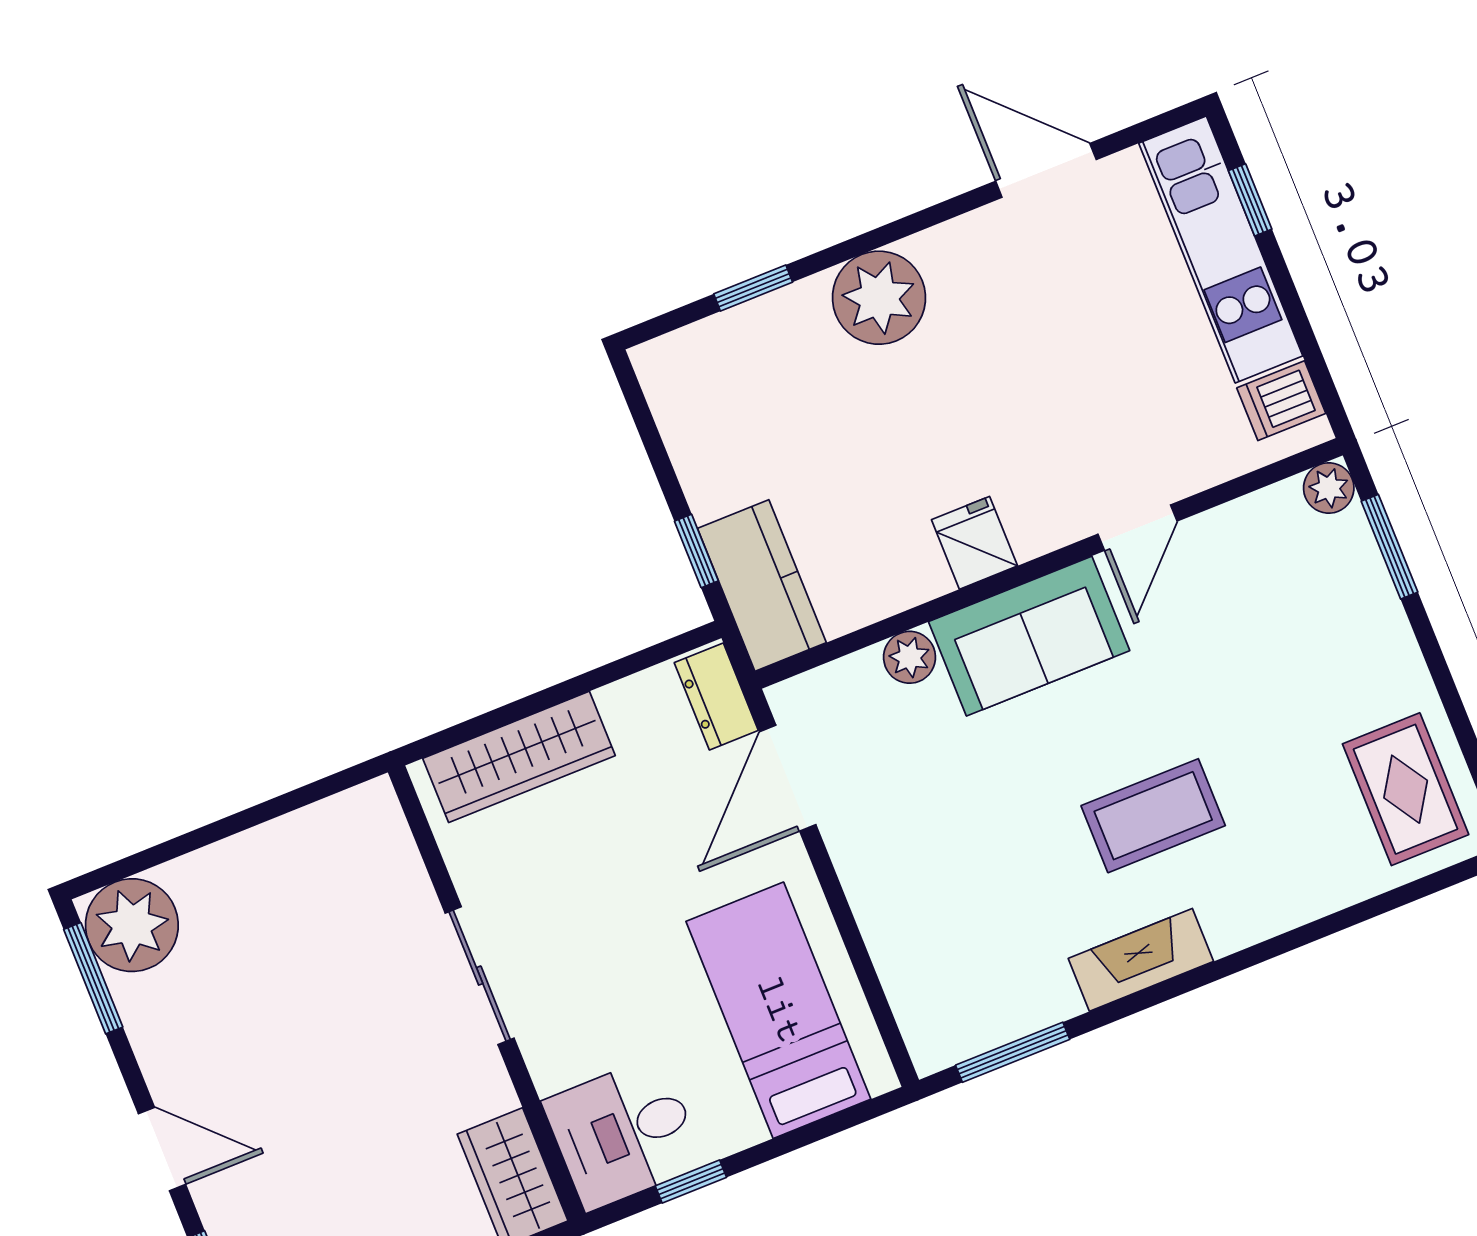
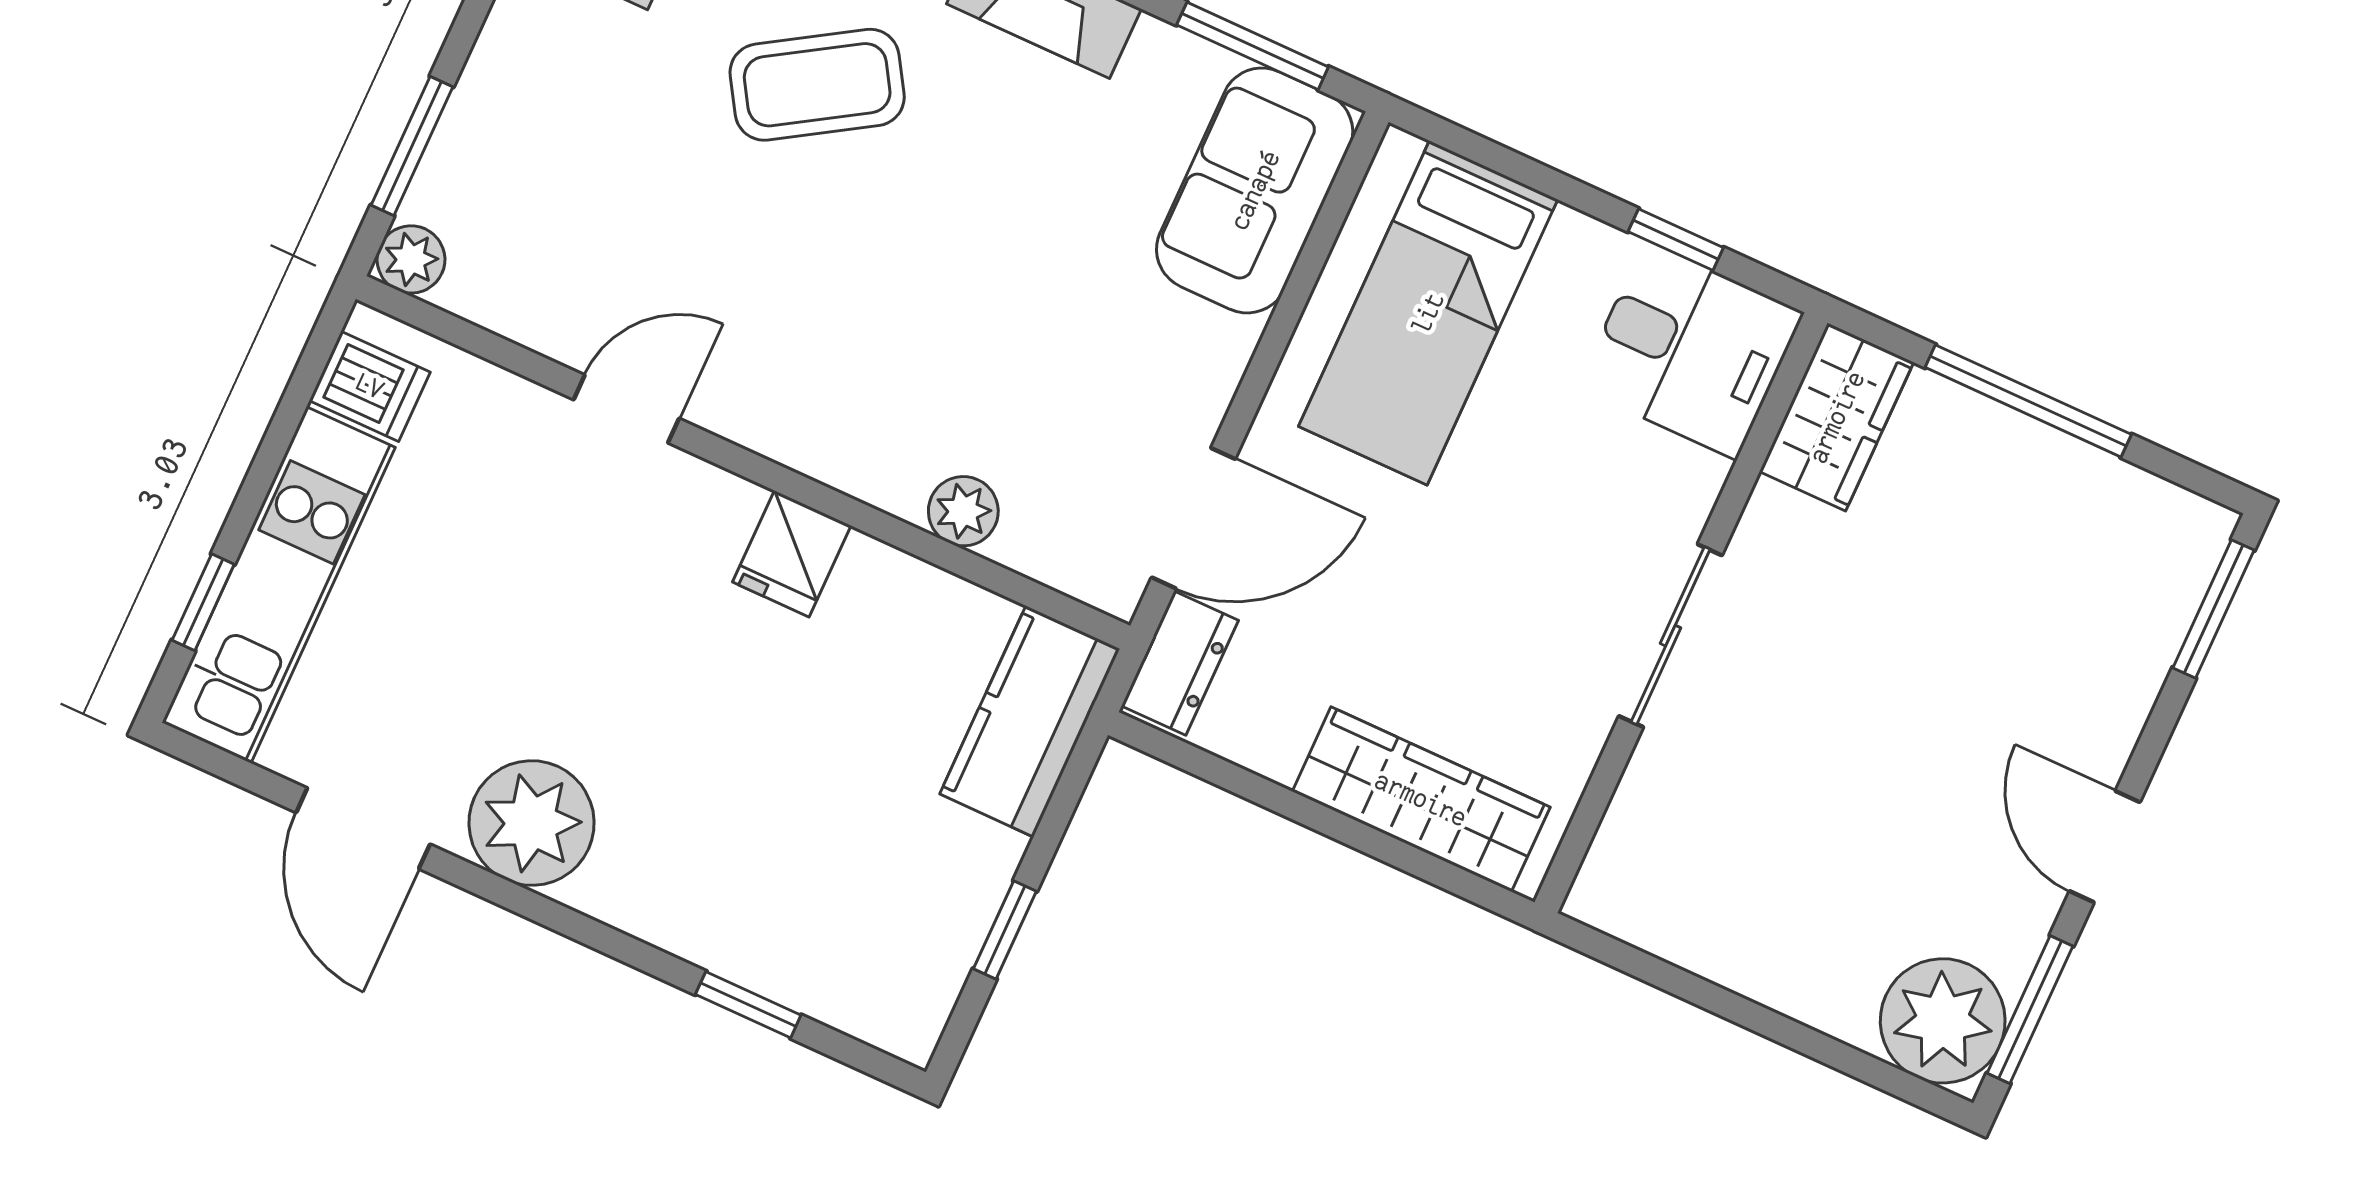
plant: (879, 298) -> (532, 823), moved
window: (696, 551) -> (1005, 930), moved
sofa: (1029, 636) -> (1255, 190), moved, turned -90
coffee table: (1153, 816) -> (817, 85), moved, turned -32
door: (162, 1149) -> (2105, 847), moved

